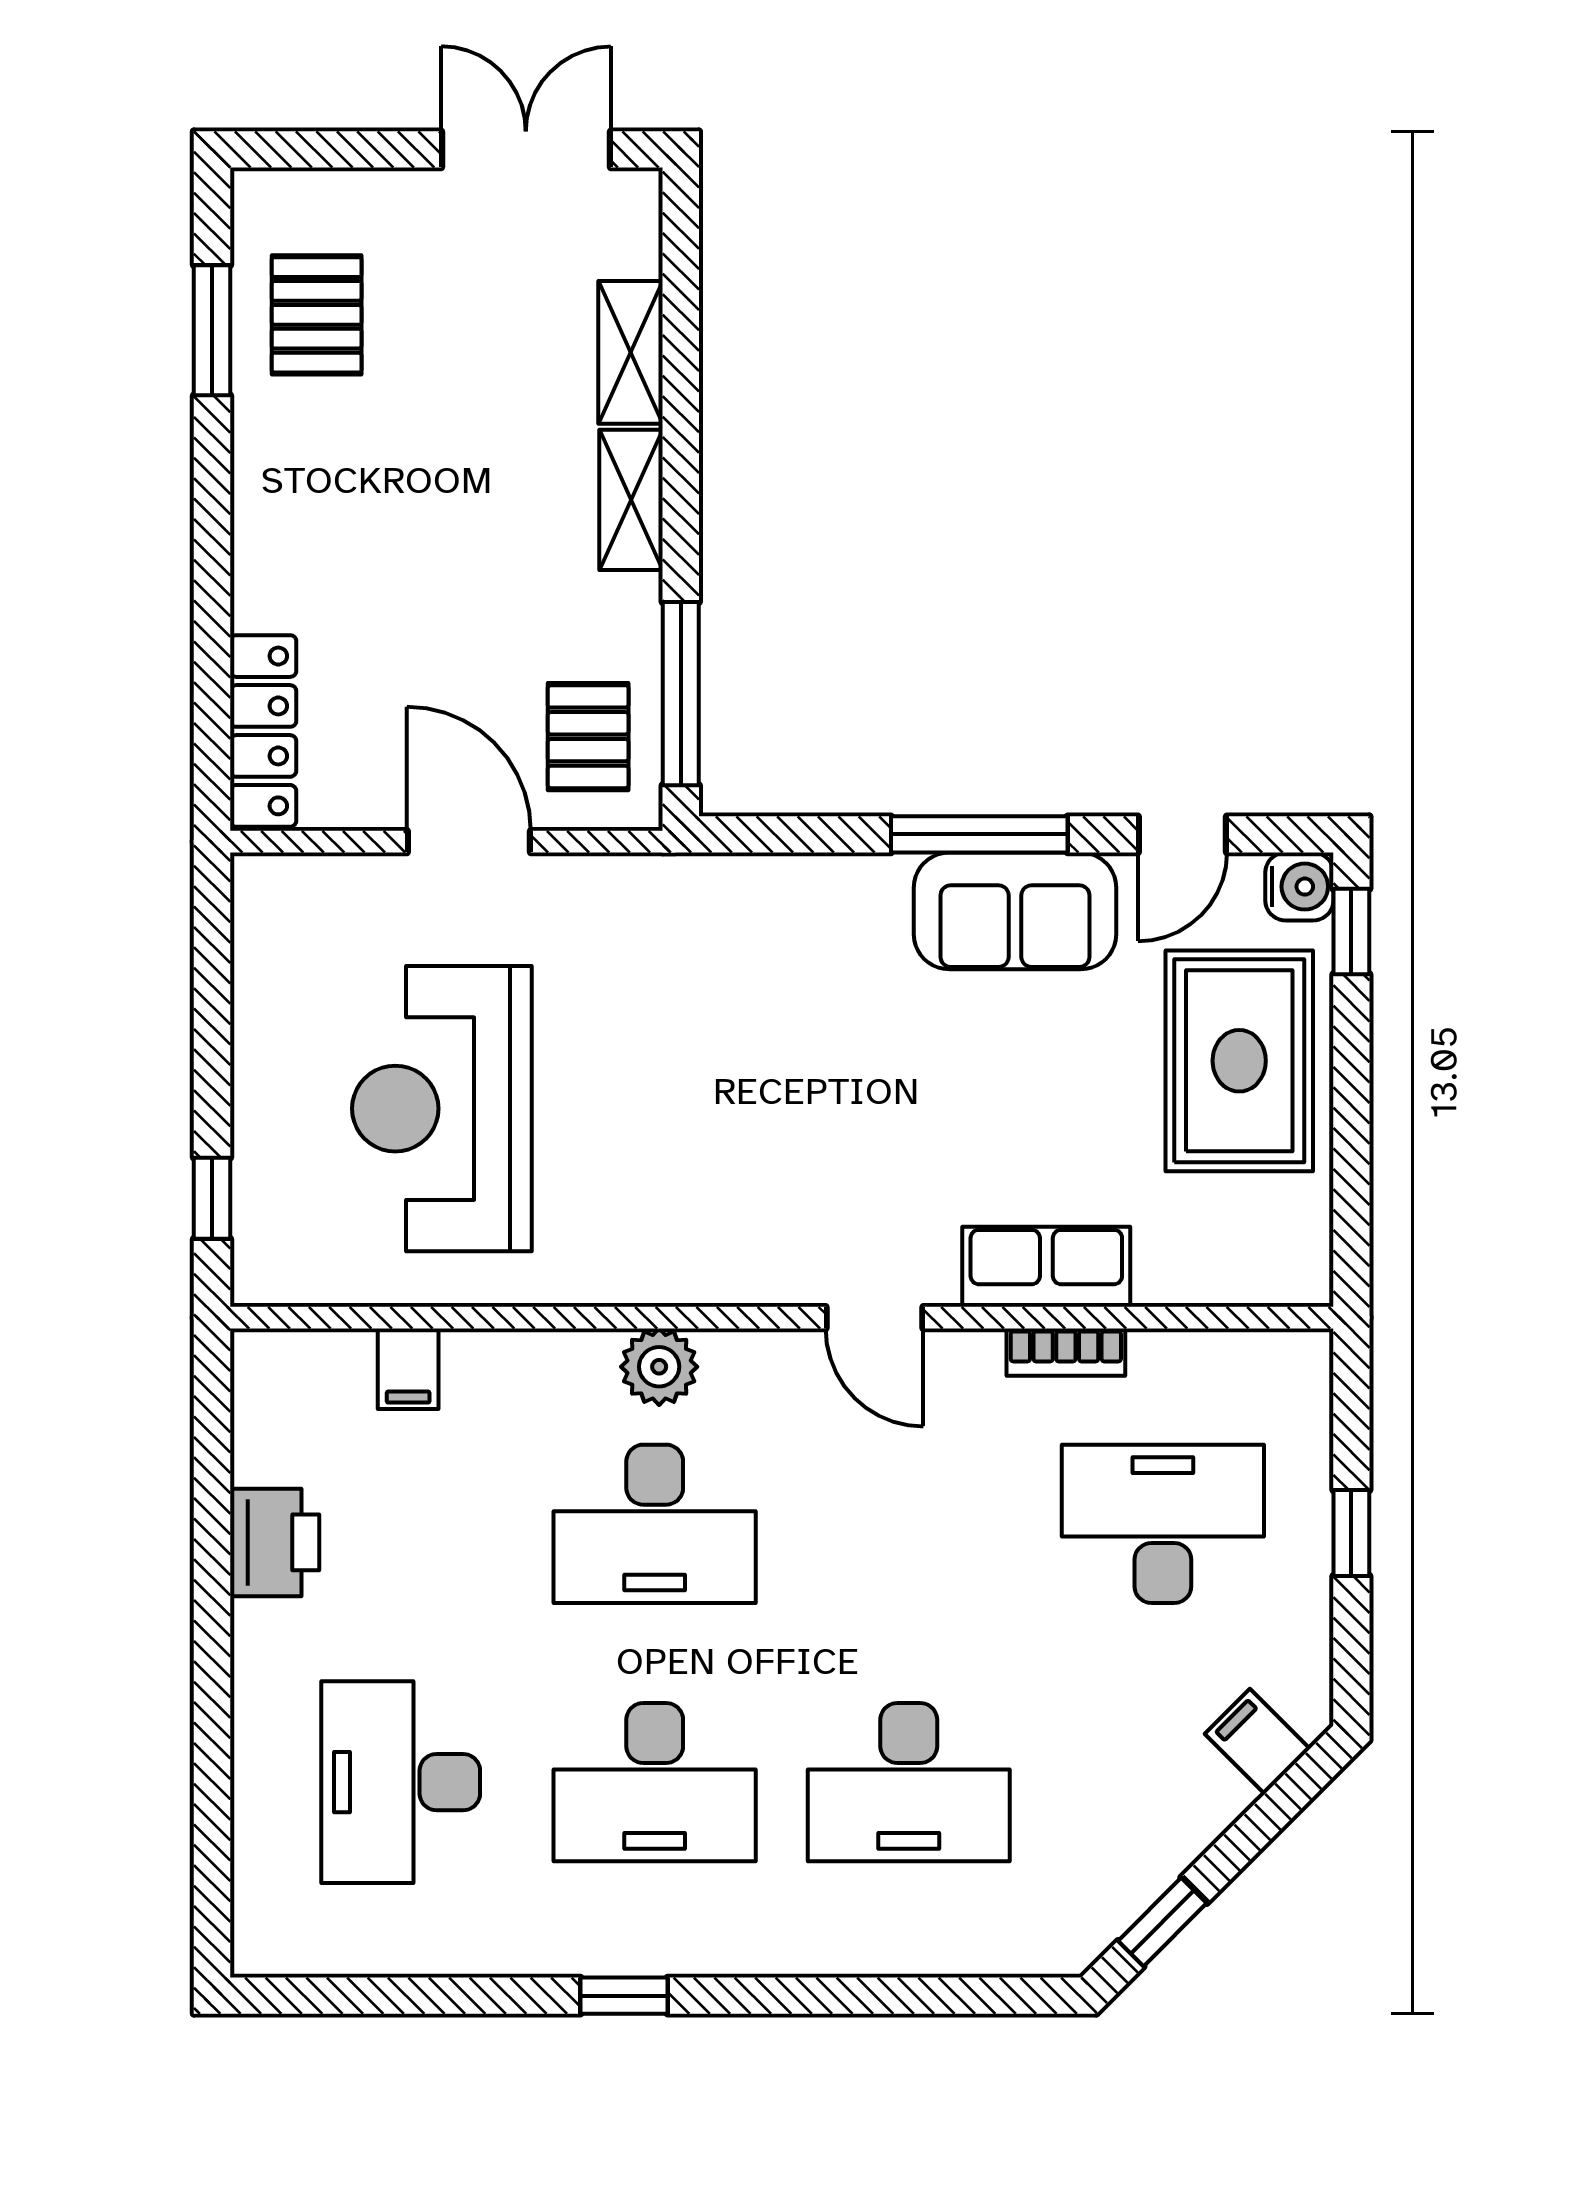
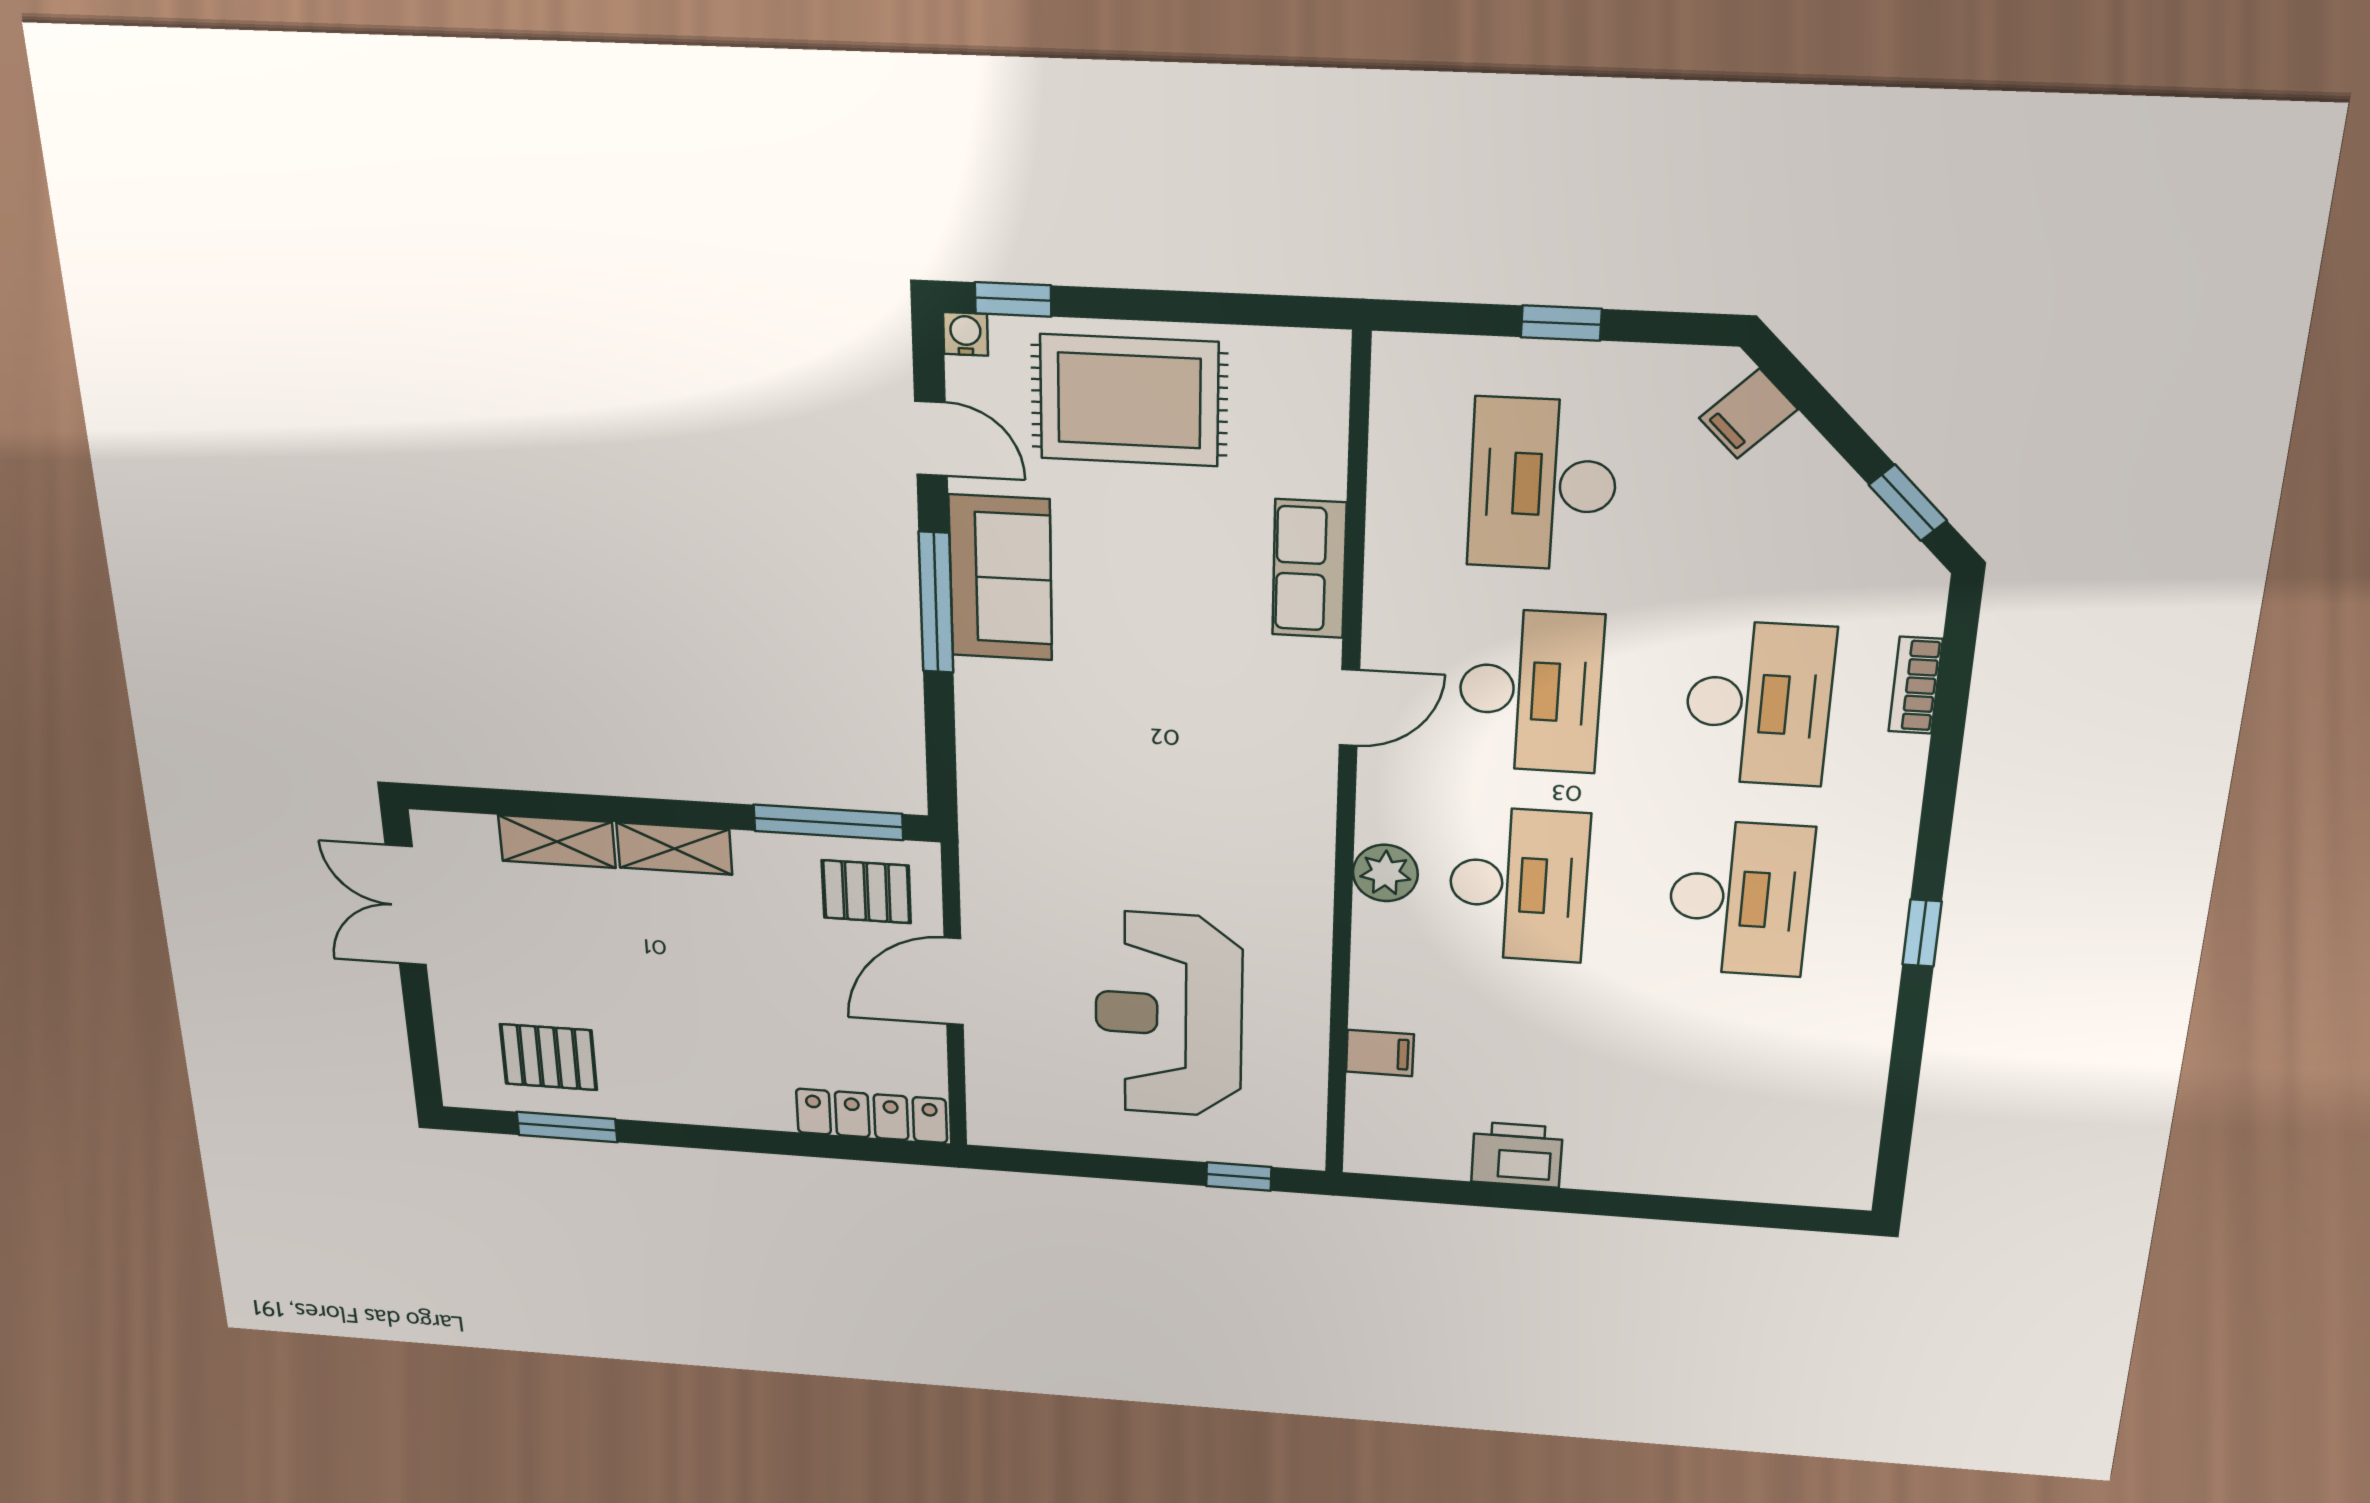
water cooler: (1299, 887) -> (965, 334), width x0.72, depth x0.72
reception desk: (442, 1109) -> (1169, 1015), turned 90
bookcase: (1066, 1352) -> (1916, 685), moved, turned 180
desk: (401, 1782) -> (1530, 691), moved, turned -90

